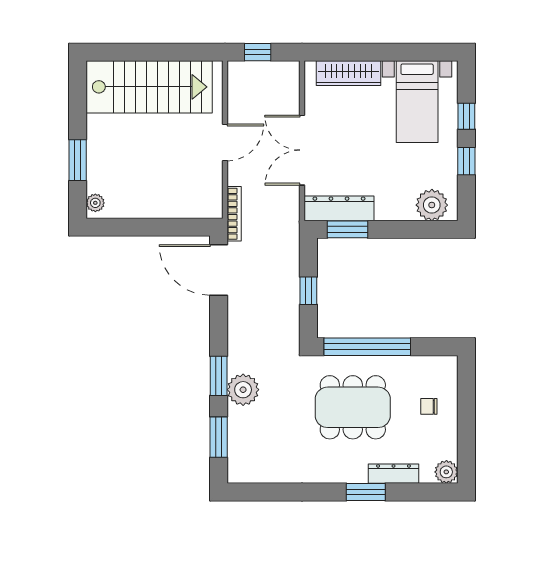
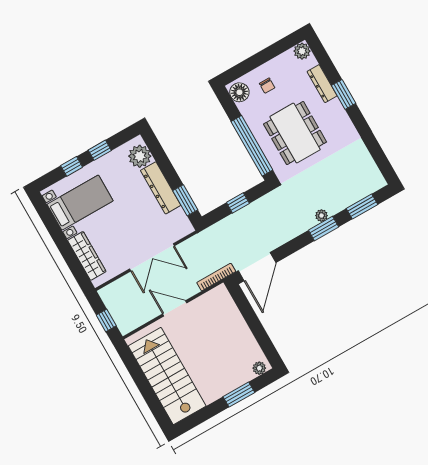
dresser: (339, 208) -> (161, 188), moved
floor lamp: (440, 369) -> (239, 92), added
plant: (243, 390) -> (321, 216), width x0.53, depth x0.53

